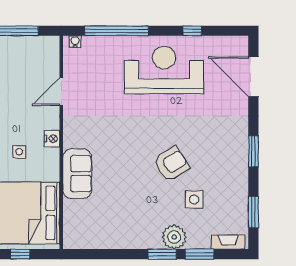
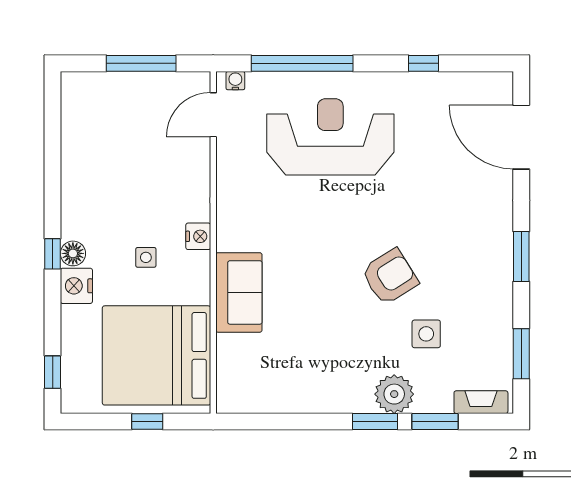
reception desk: (164, 70) -> (330, 137), moved
door: (61, 92) -> (213, 115), moved

